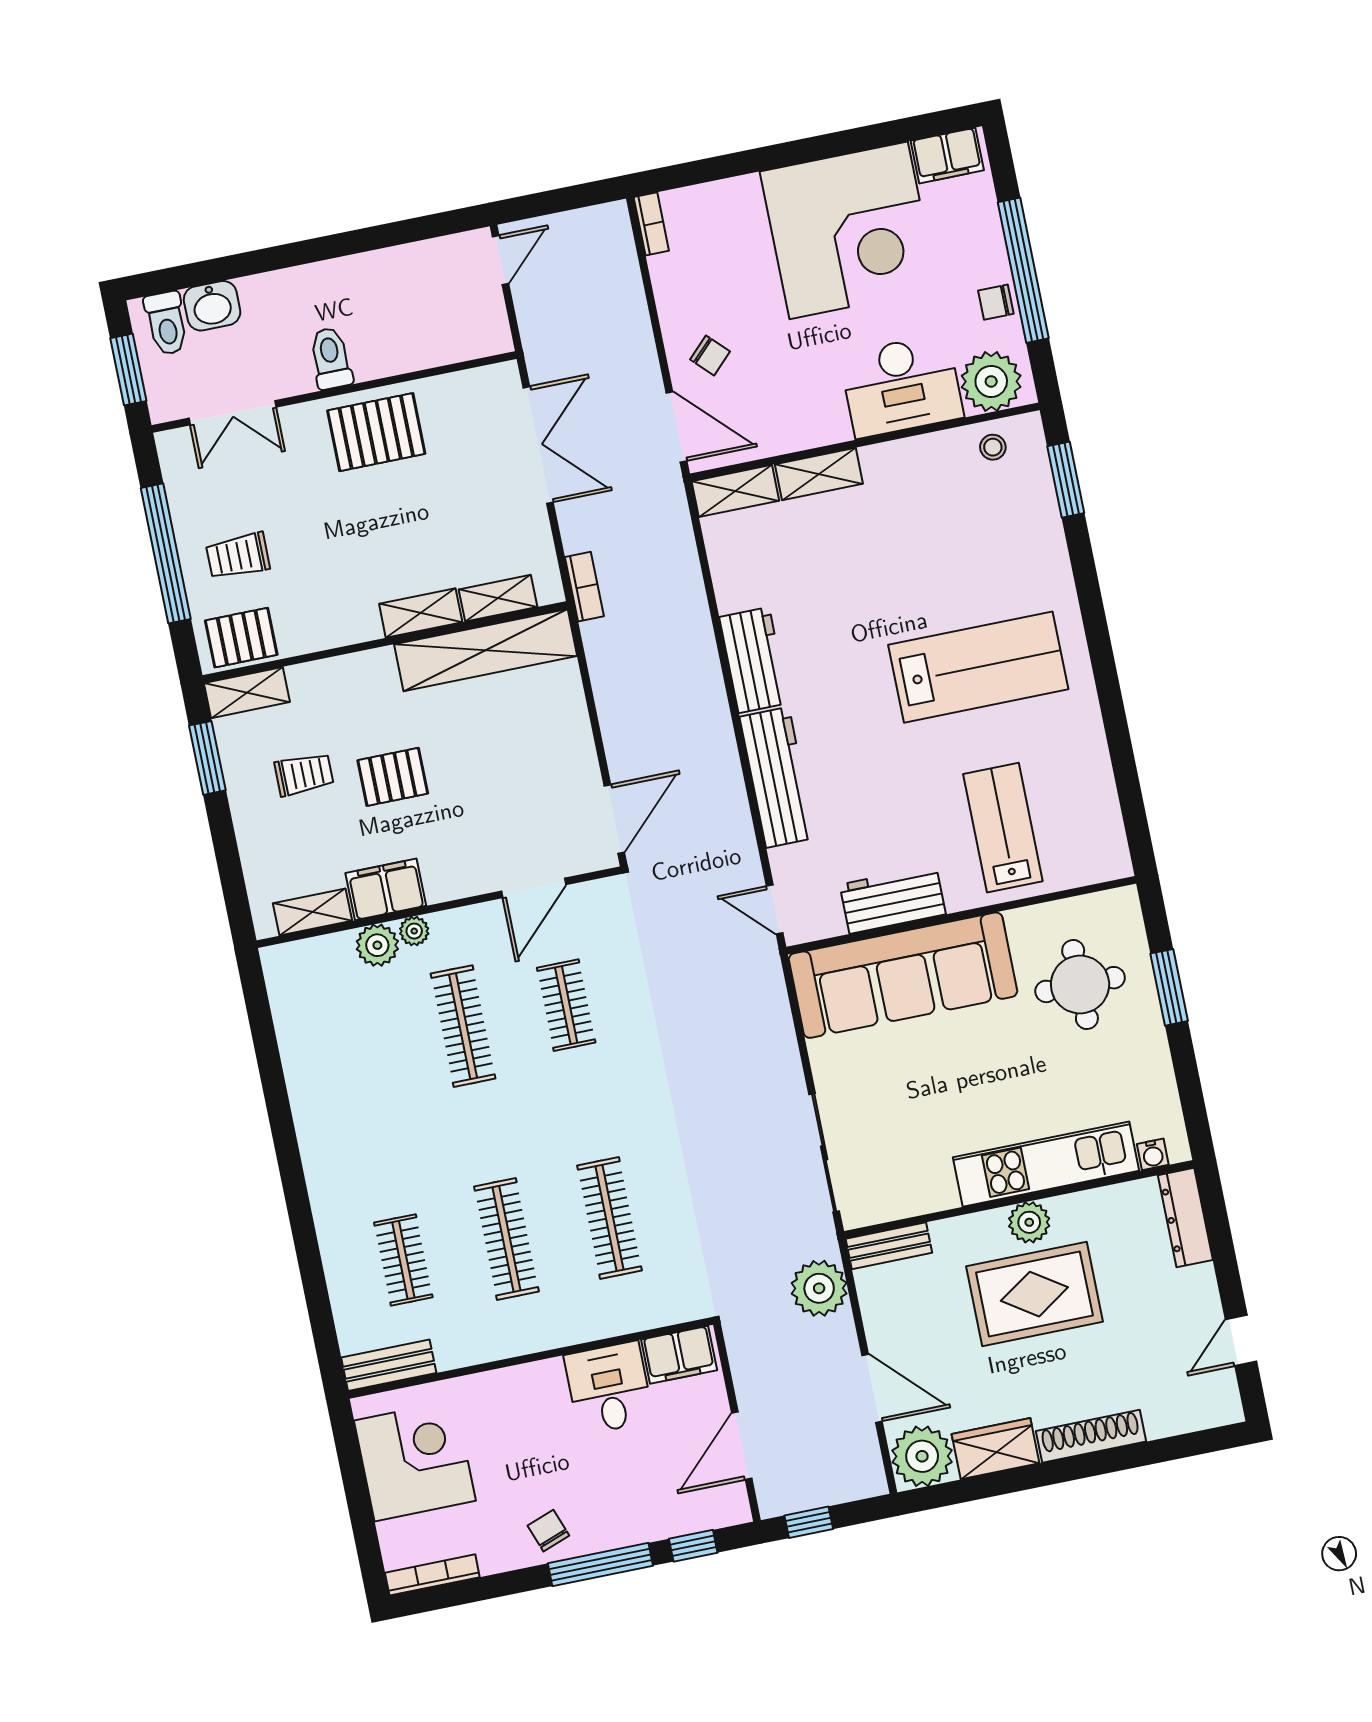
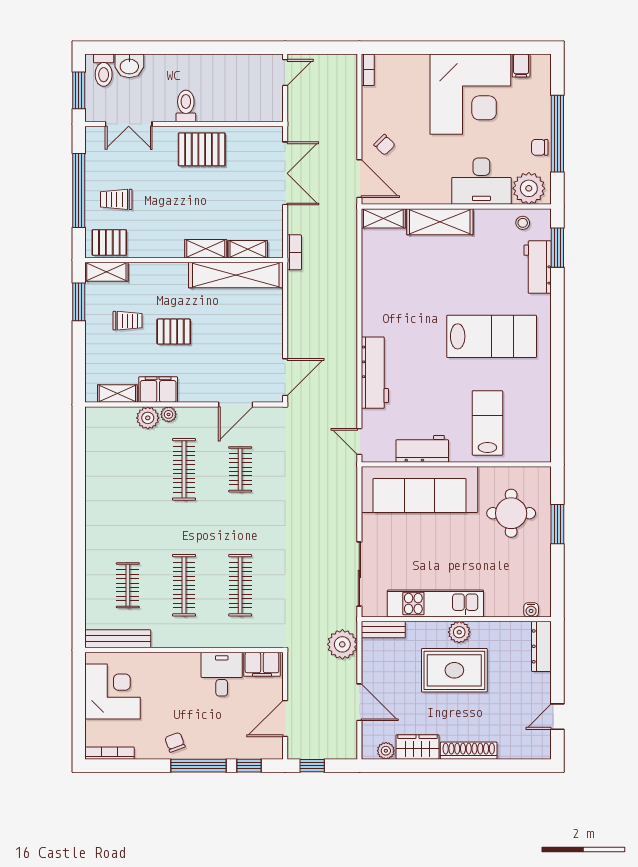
filing cabinet: (947, 156) -> (521, 66), width x0.50
shelving: (819, 474) -> (440, 222), width x1.50, depth x1.33
workbench: (754, 660) -> (538, 267), moved, turned 180
kitchen unit: (1046, 1164) -> (435, 604), moved
bench: (389, 1365) -> (118, 639), width x1.36
plant: (922, 1456) -> (386, 751), width x0.53, depth x0.53

